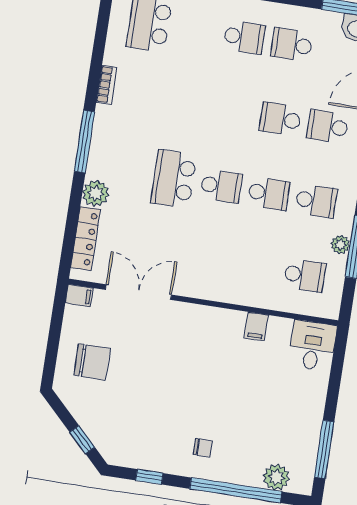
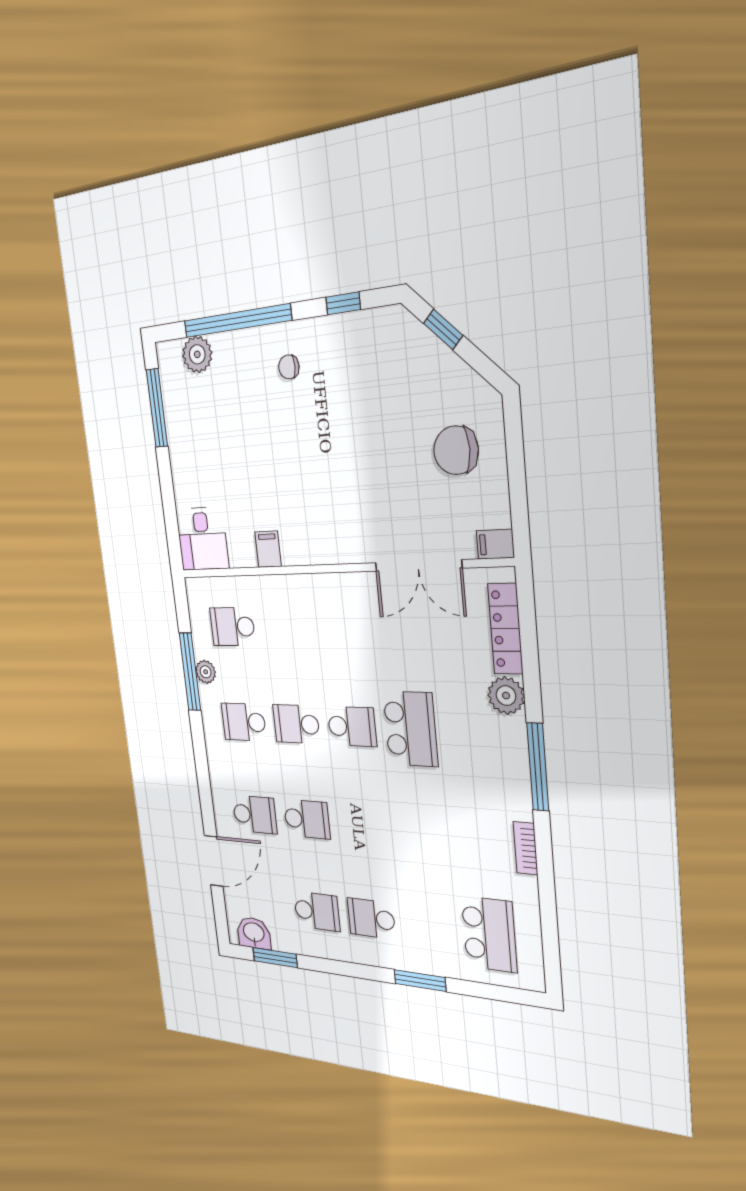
school desk: (221, 186) -> (352, 726), turned 180

